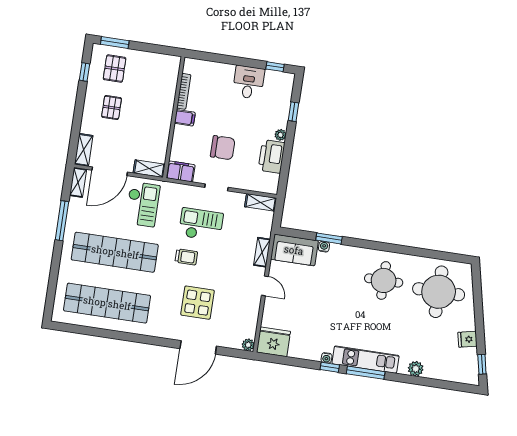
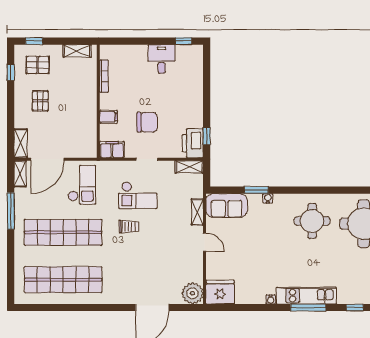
window: (115, 42) -> (34, 41), width x0.67
pallet: (115, 69) -> (38, 65), turned 90
window: (294, 112) -> (207, 136), moved
filing cabinet: (185, 118) -> (108, 117), moved
plant: (280, 135) -> (198, 103), removed
printer: (272, 156) -> (193, 143), moved
shelving: (149, 169) -> (77, 51), moved
checkout: (201, 225) -> (138, 195), turned 180
water cooler: (324, 247) -> (268, 198), moved
display table: (197, 303) -> (145, 267), removed
plant: (248, 345) -> (192, 293), width x1.88, depth x1.88
window: (330, 367) -> (355, 307), moved
plant: (416, 369) -> (353, 297), removed

